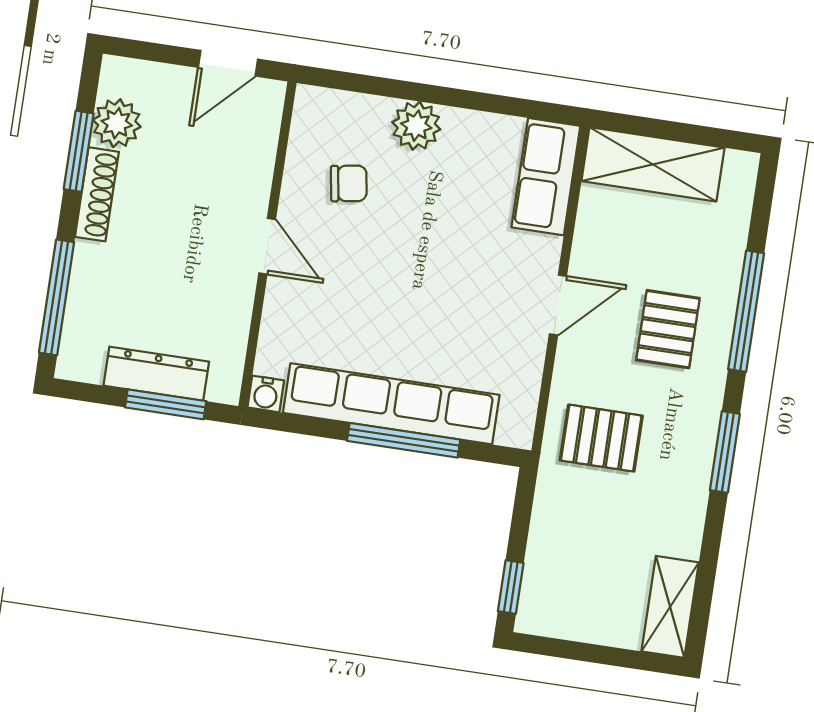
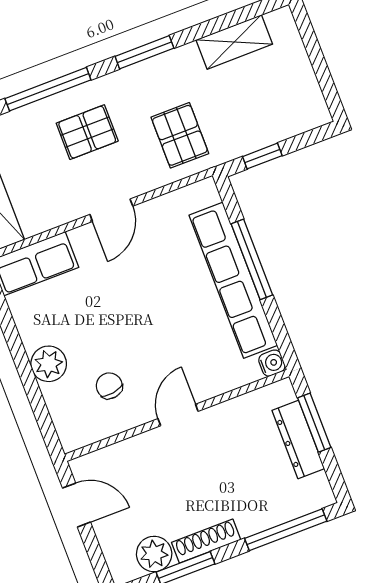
door: (558, 305) -> (111, 210), swing flipped
window: (511, 587) -> (262, 156), moved
shelving: (670, 607) -> (234, 42), moved

